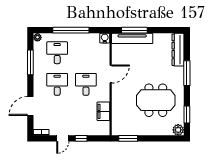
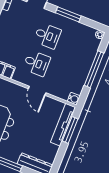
desk: (57, 53) -> (78, 48), removed
window: (30, 62) -> (68, 14), moved

